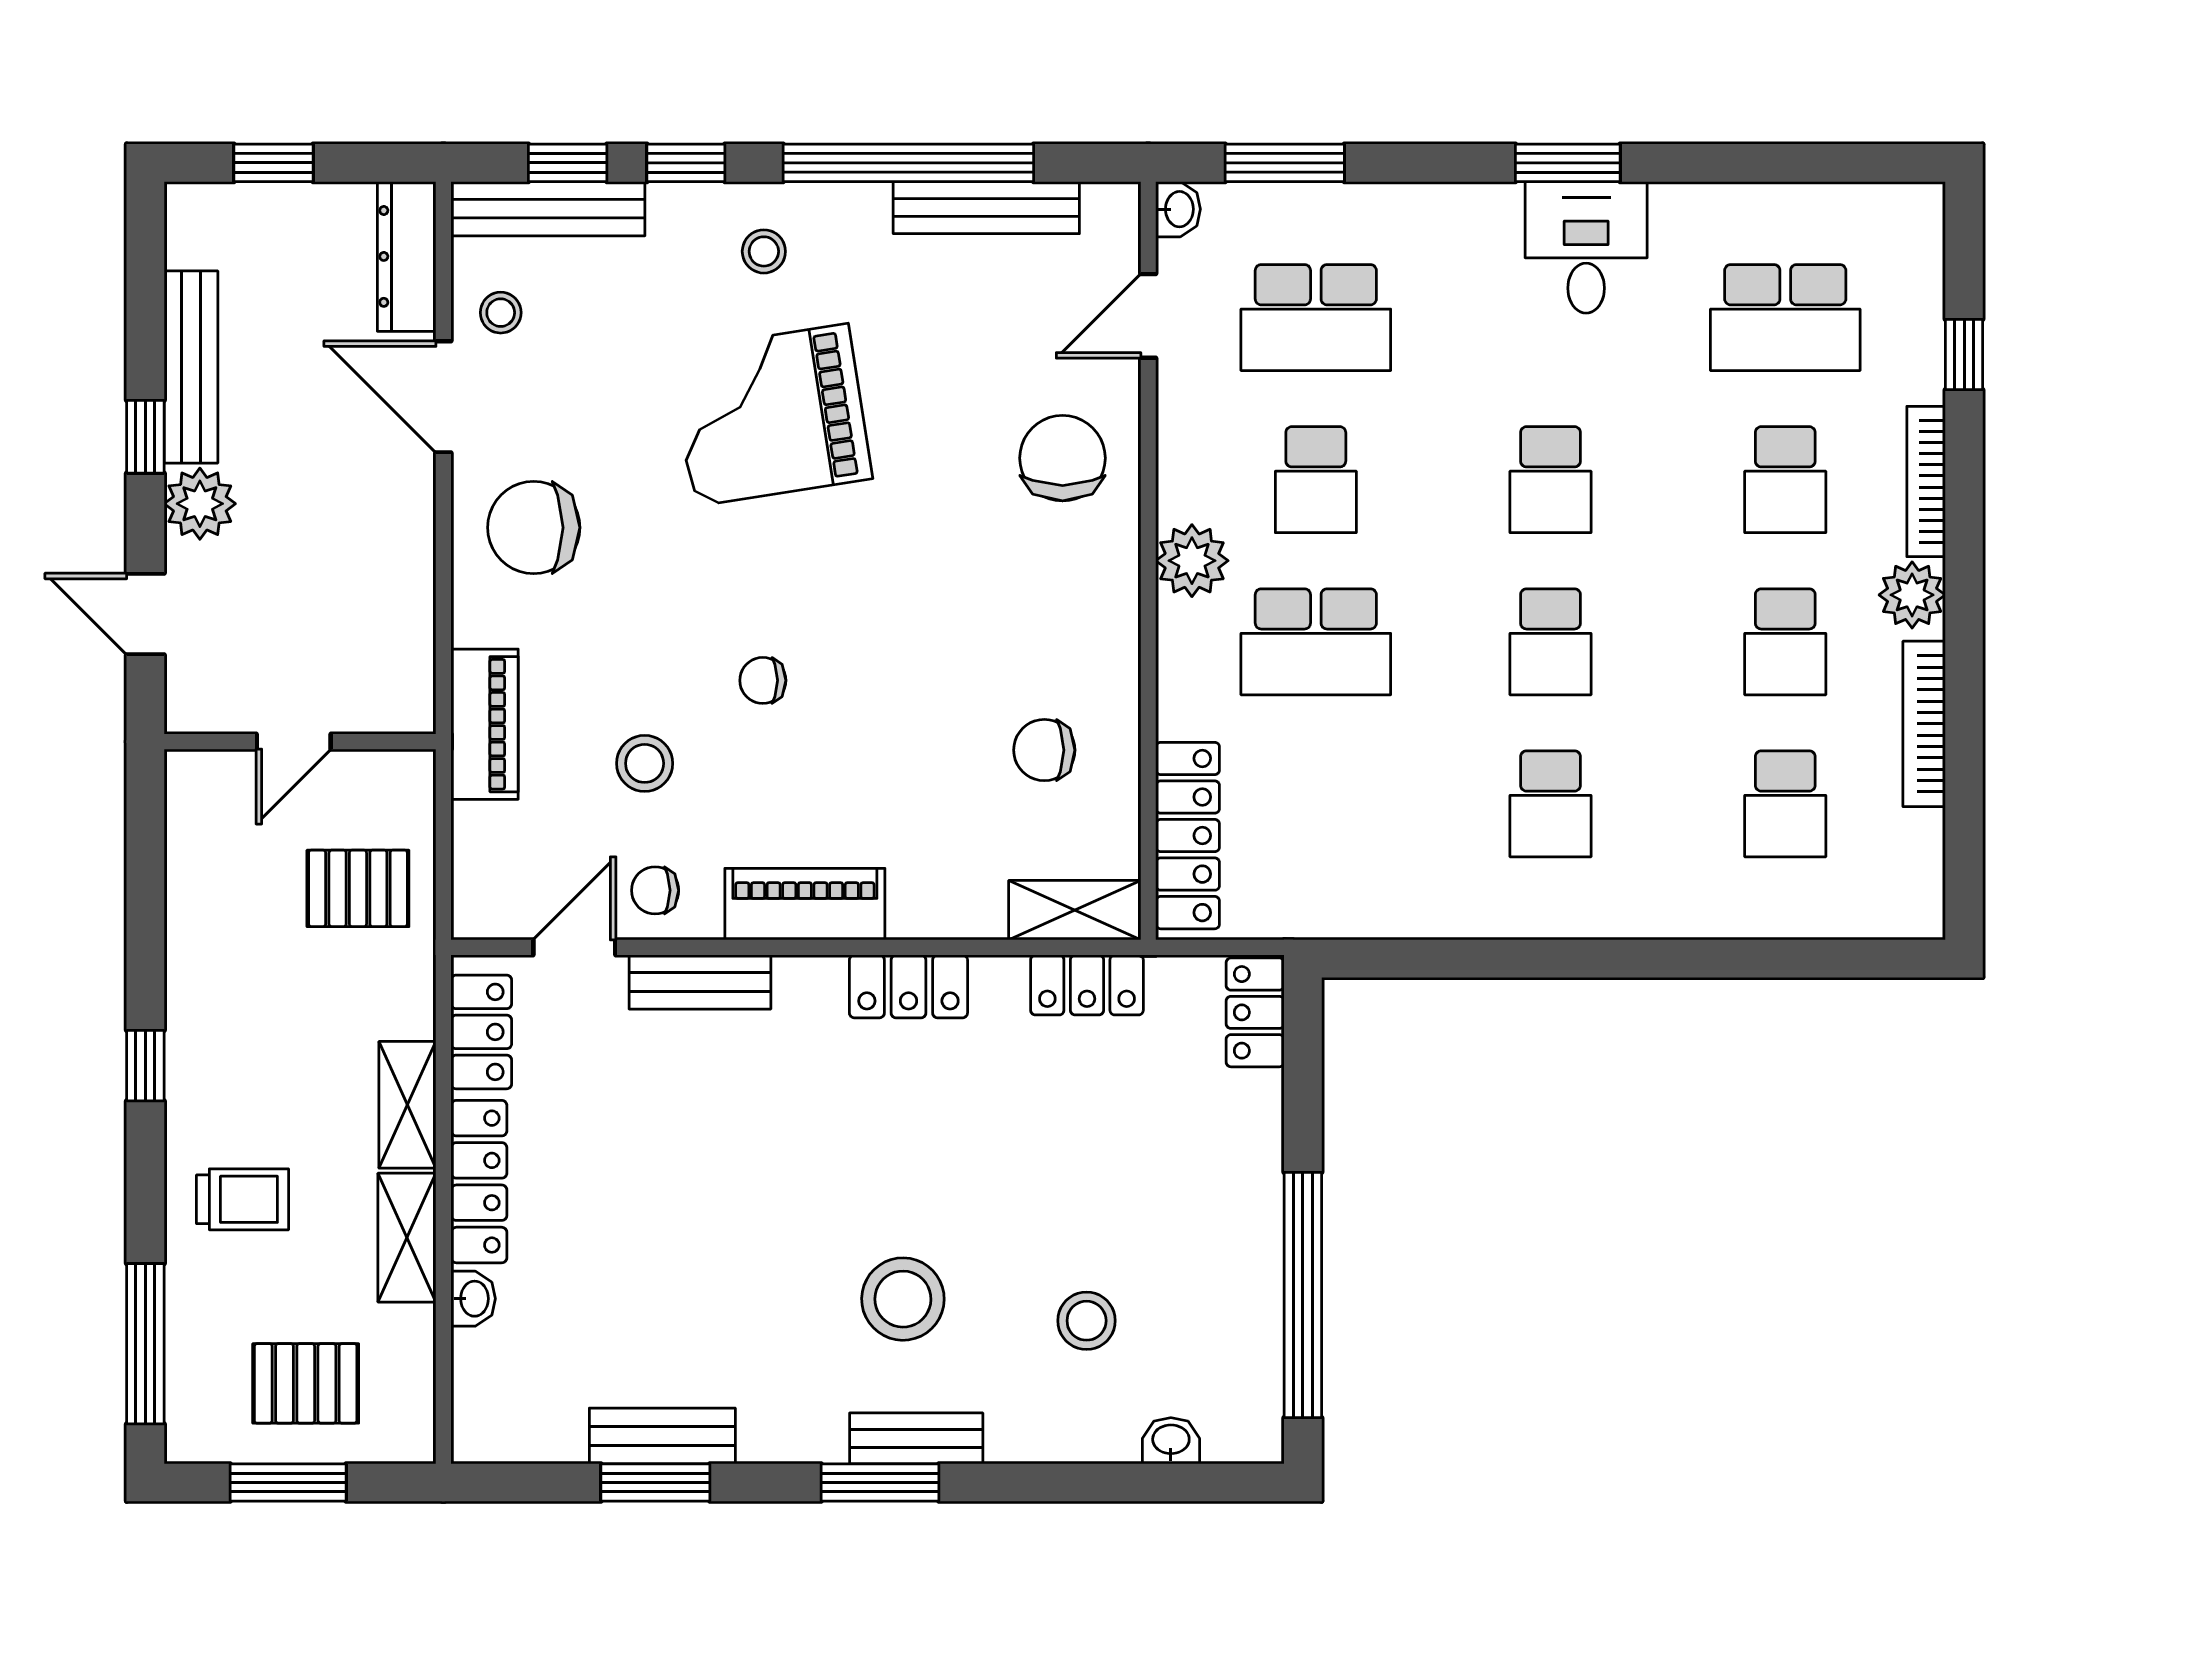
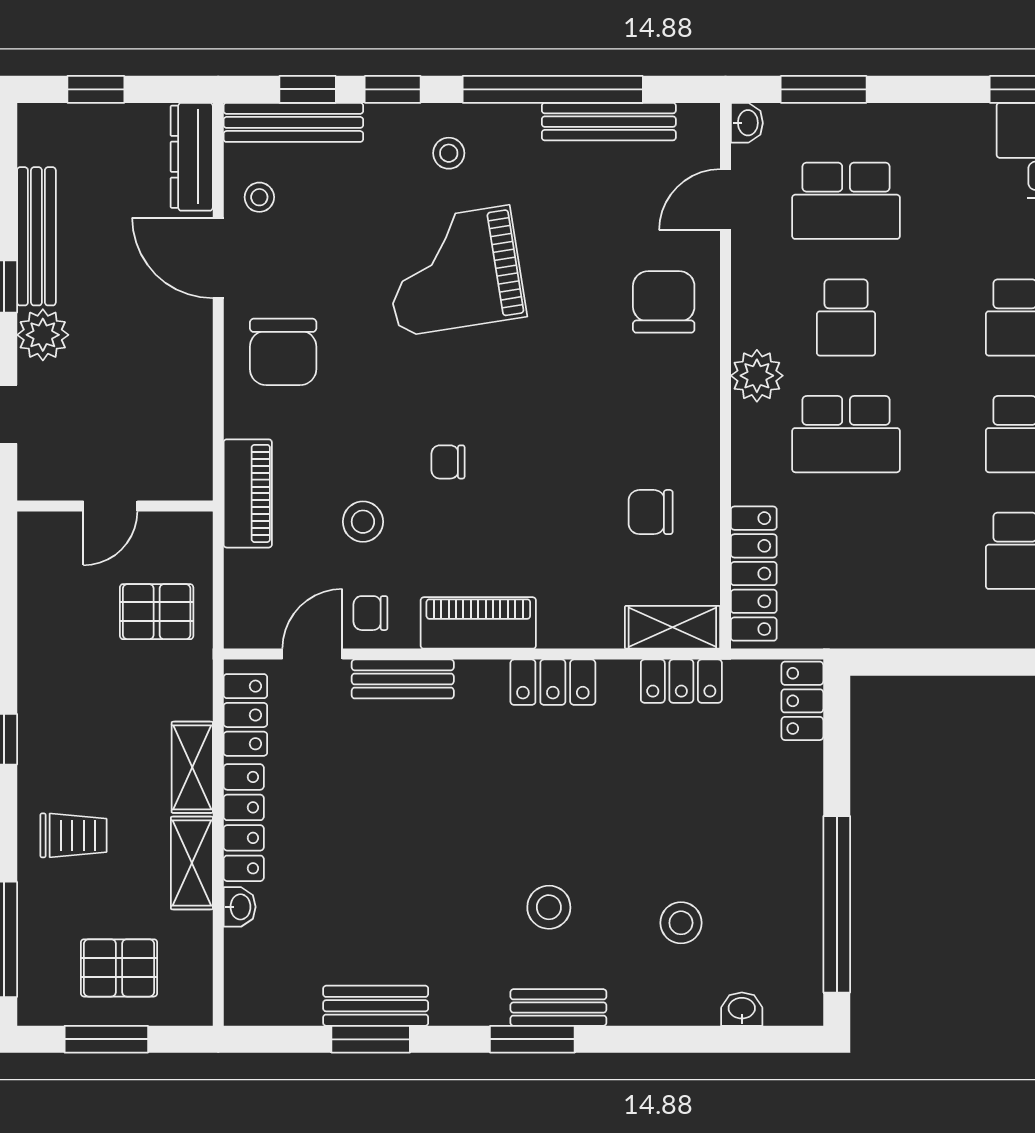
chair: (534, 528) -> (283, 352), turned -90
stool: (903, 1299) -> (549, 907), width x0.73, depth x0.73

